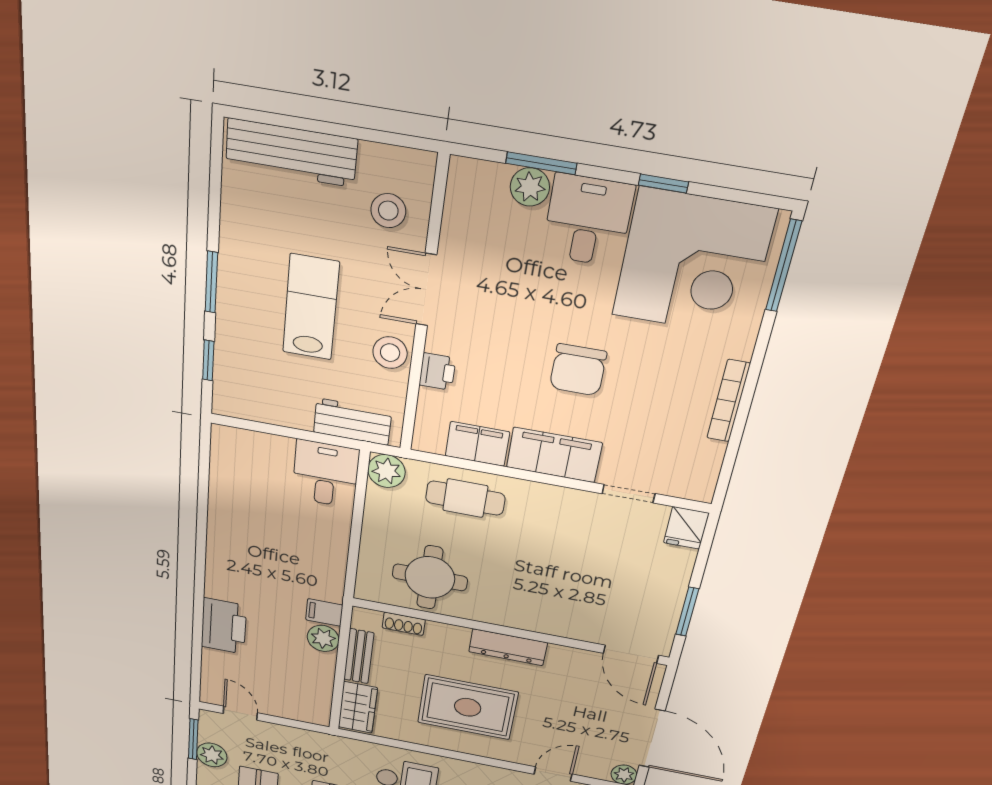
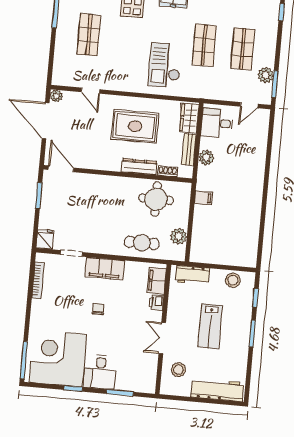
plant: (530, 187) -> (123, 383), removed
double door: (426, 290) -> (162, 338), swing flipped
stool: (390, 353) -> (233, 280), moved
chair: (578, 370) -> (98, 309), width x0.54, depth x0.54
bookcase: (728, 401) -> (38, 280), moved
filing cabinet: (477, 444) -> (157, 281), moved, turned 90
plant: (386, 471) -> (179, 236), moved
desk: (325, 474) -> (217, 123), moved, turned 90
filing cabinet: (324, 612) -> (203, 198), moved
printer: (224, 626) -> (255, 158), removed
dresser: (508, 647) -> (139, 167), moved
door: (240, 713) -> (249, 105), hinge flipped
door: (553, 774) -> (91, 91), hinge flipped

